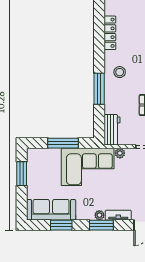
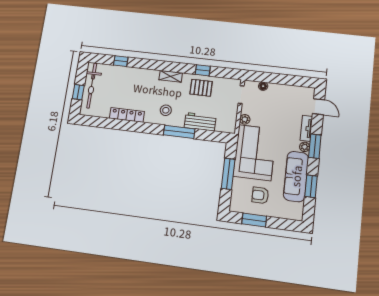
workbench: (112, 130) -> (200, 122), moved
armchair: (46, 177) -> (260, 195), added
sofa: (51, 210) -> (296, 176), moved

